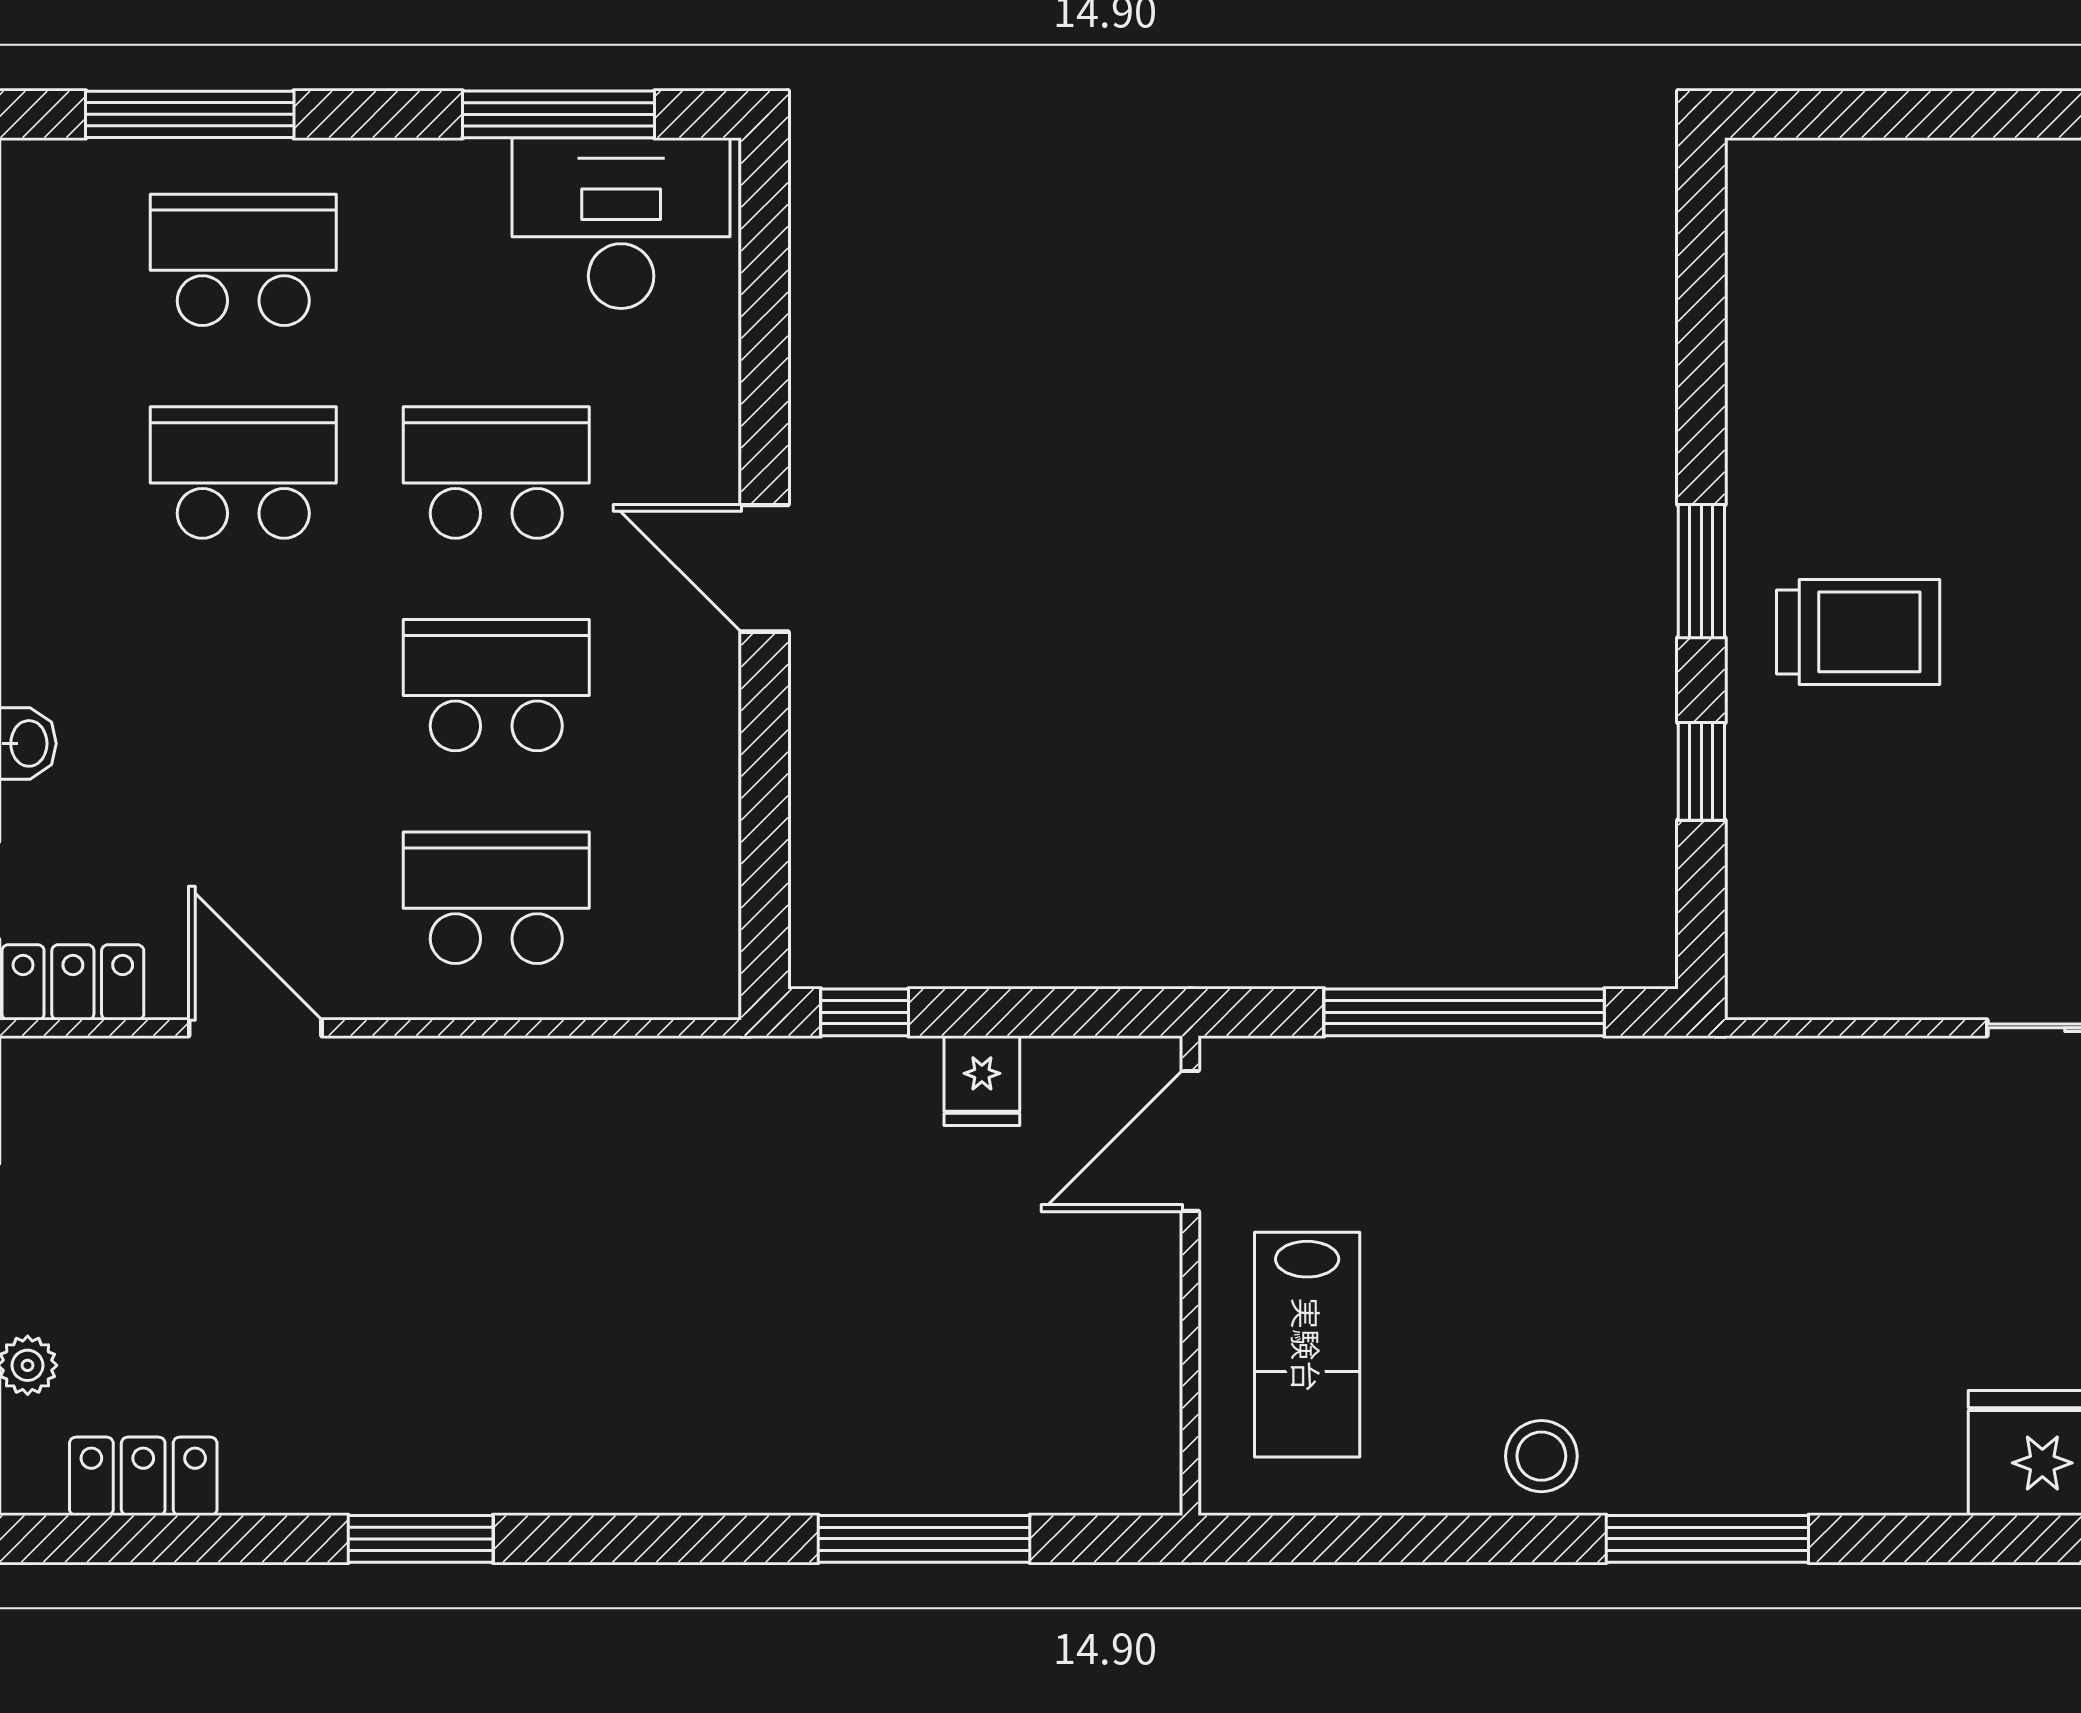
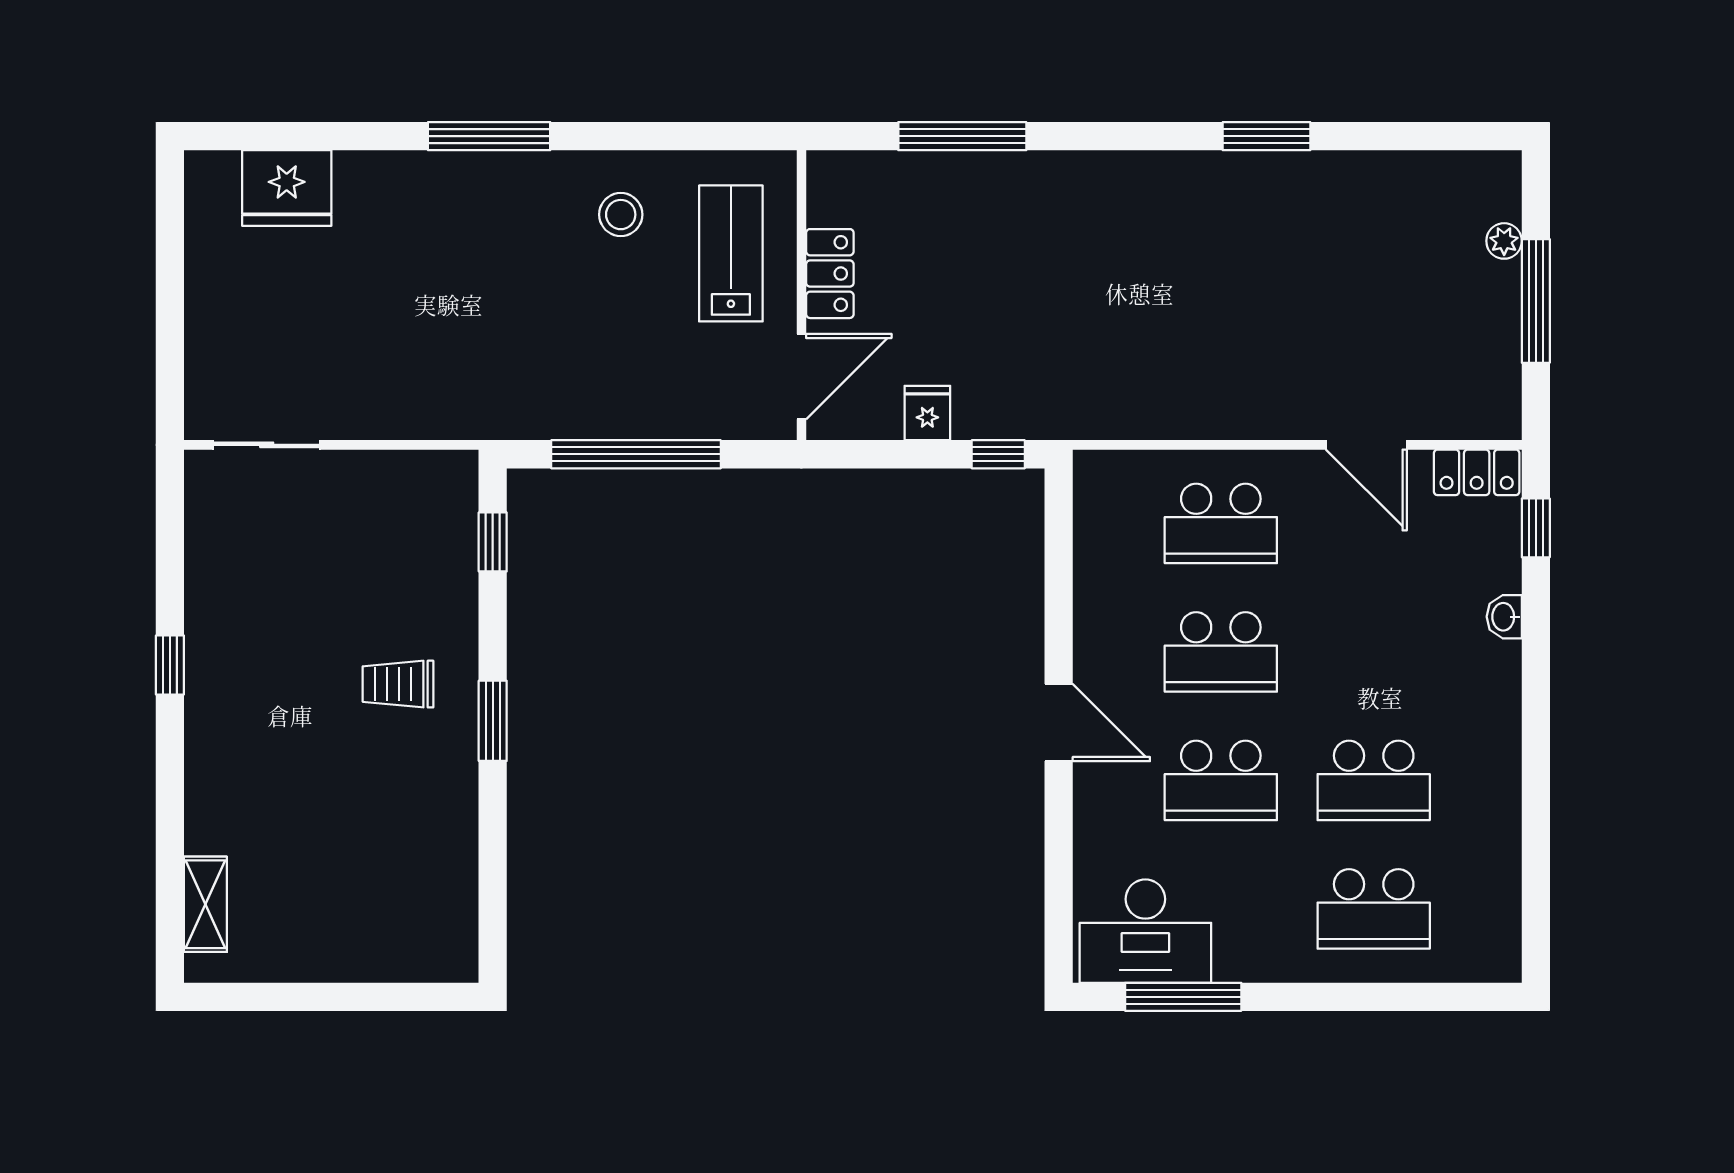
window: (190, 114) -> (1406, 997), removed
trolley: (1858, 632) -> (398, 684), width x0.73, depth x0.72
window: (1701, 771) -> (493, 542), moved
stool: (1541, 1456) -> (621, 215), moved
locker: (143, 1476) -> (830, 274), moved, turned -90

